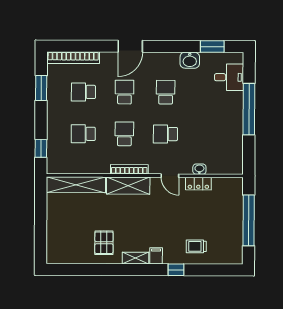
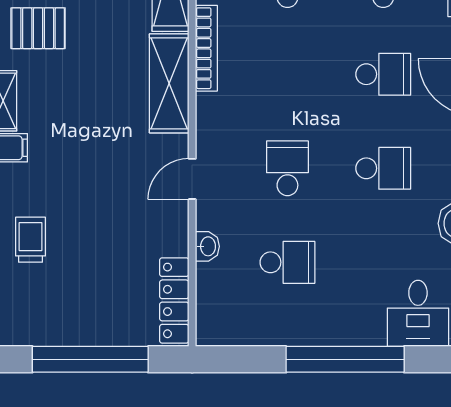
school desk: (124, 134) -> (287, 262), moved
bookcase: (129, 169) -> (206, 48), moved
locker: (198, 184) -> (174, 300), moved, width x1.53

